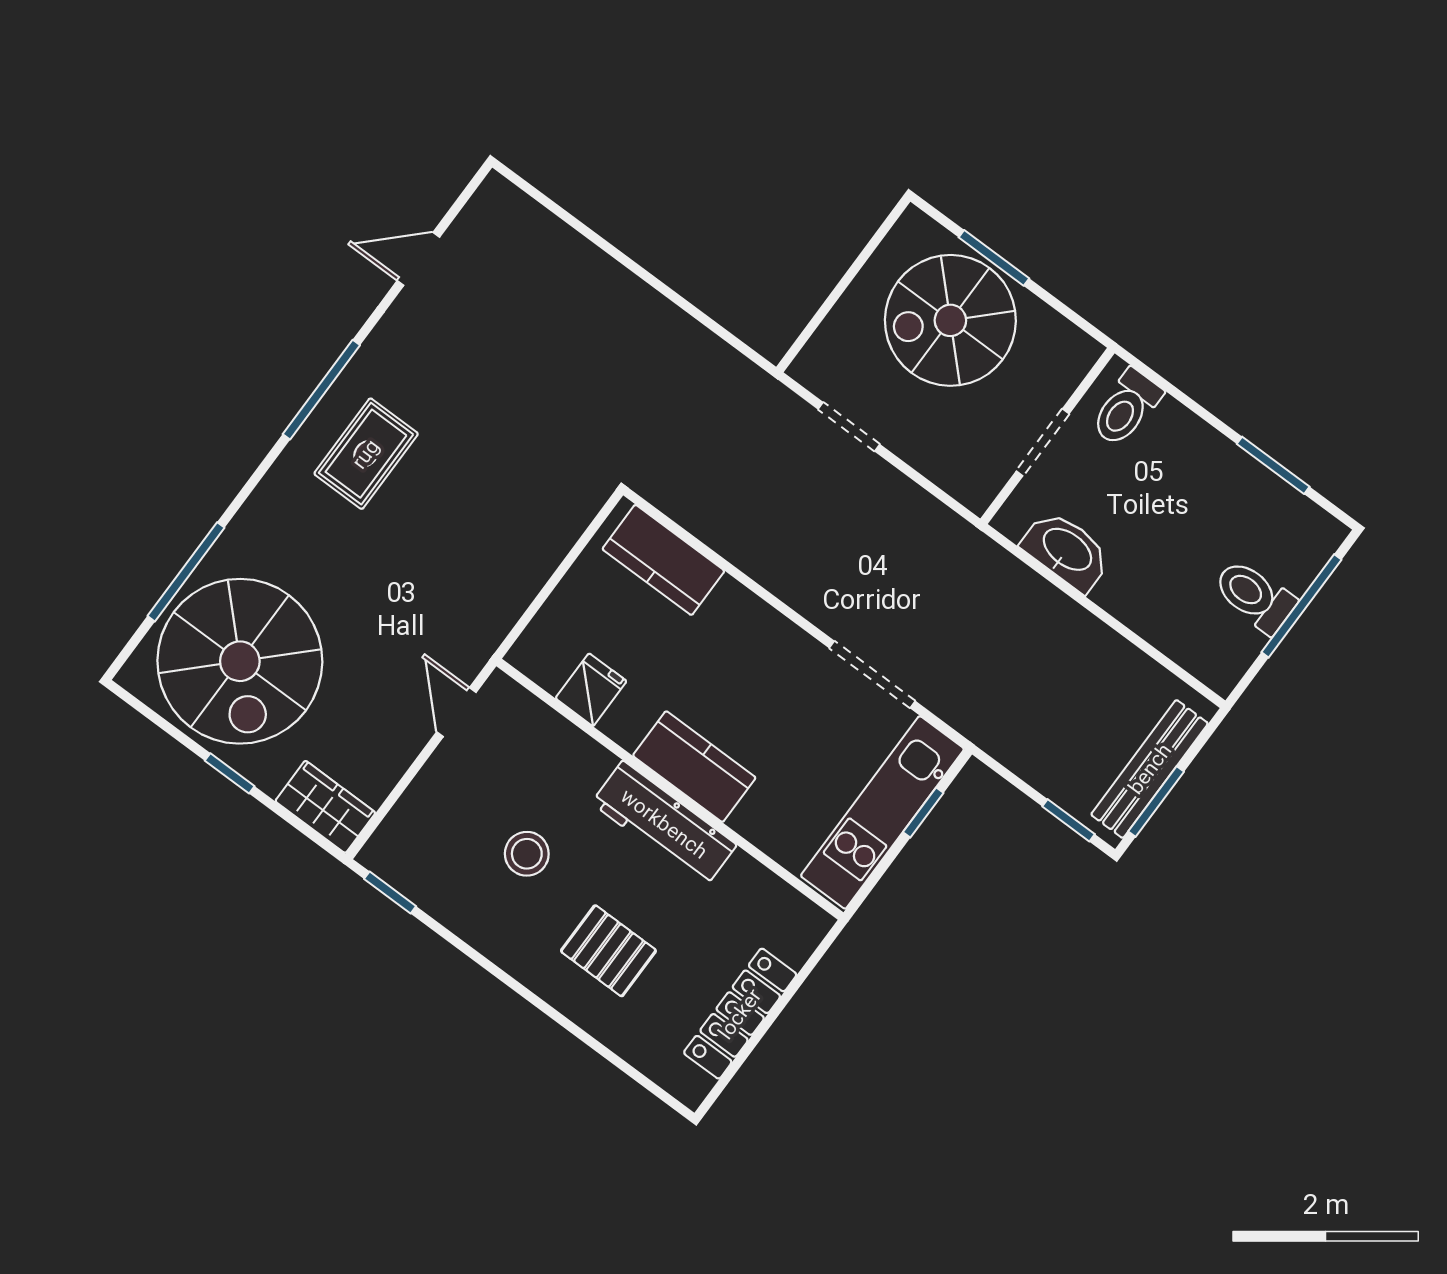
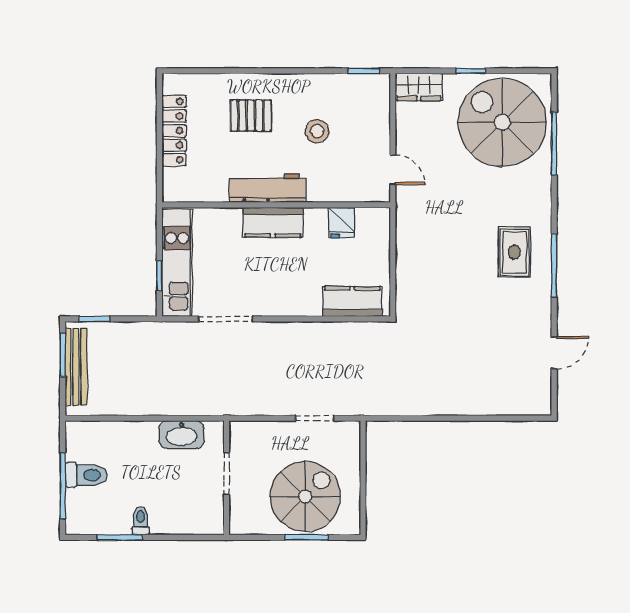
toilet: (1126, 408) -> (141, 521), moved, width x0.73, depth x0.72

